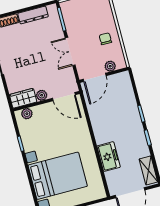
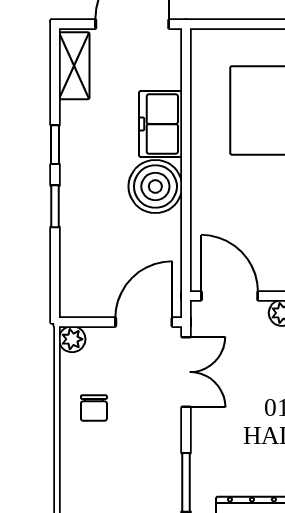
double door: (70, 51) -> (186, 372), moved
plant: (110, 66) -> (72, 339), moved
boiler: (104, 132) -> (155, 186), added

